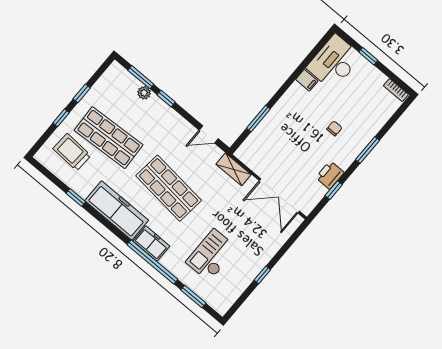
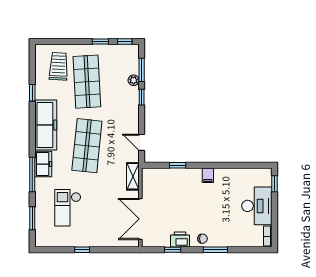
window: (368, 56) -> (274, 184), moved
desk: (334, 62) -> (257, 206), moved, turned 90
filing cabinet: (307, 80) -> (208, 175), moved
window: (61, 118) -> (125, 42), moved
window: (258, 119) -> (178, 165), width x0.67
chair: (334, 128) -> (202, 239), moved
checkout: (212, 255) -> (68, 208), turned -90
window: (152, 262) -> (32, 174), width x0.68

